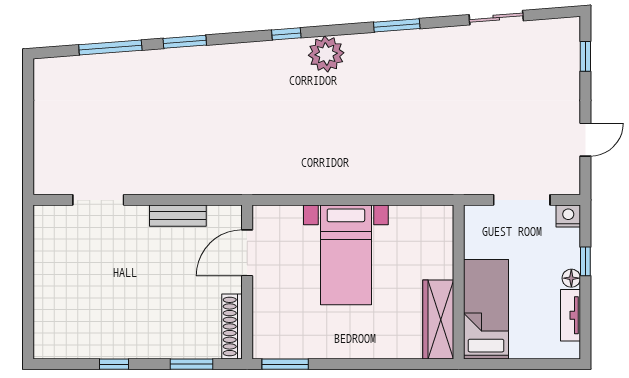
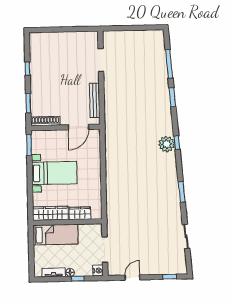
plant: (326, 54) -> (167, 144), moved
door: (585, 140) -> (132, 277), swing flipped
bench: (178, 216) -> (95, 100), width x1.36
door: (247, 253) -> (78, 127), swing flipped
wardrobe: (440, 254) -> (80, 213), added
bed with nightstands: (346, 255) -> (54, 173), moved, turned 180

